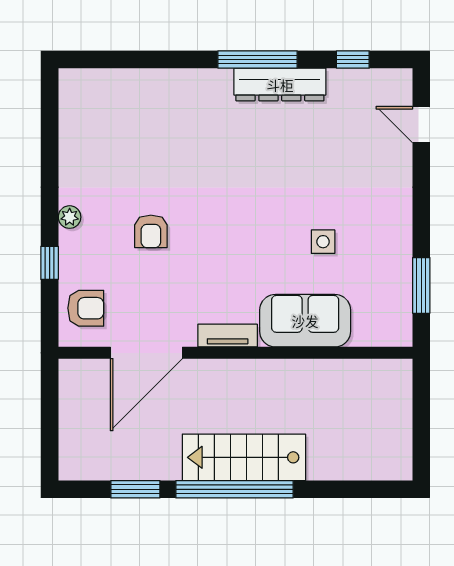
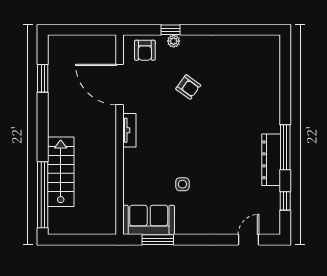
plant: (70, 217) -> (174, 41), moved
armchair: (151, 231) -> (188, 87), turned -144
sofa: (305, 321) -> (149, 220), moved, turned -90
stairs: (244, 457) -> (61, 172), moved
window: (234, 489) -> (43, 195), moved

